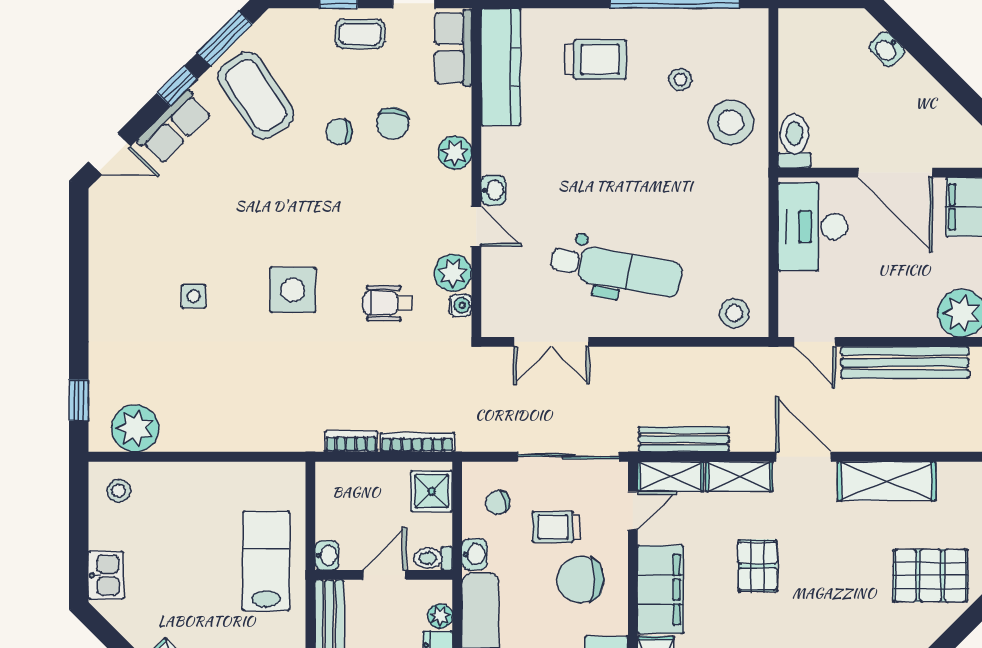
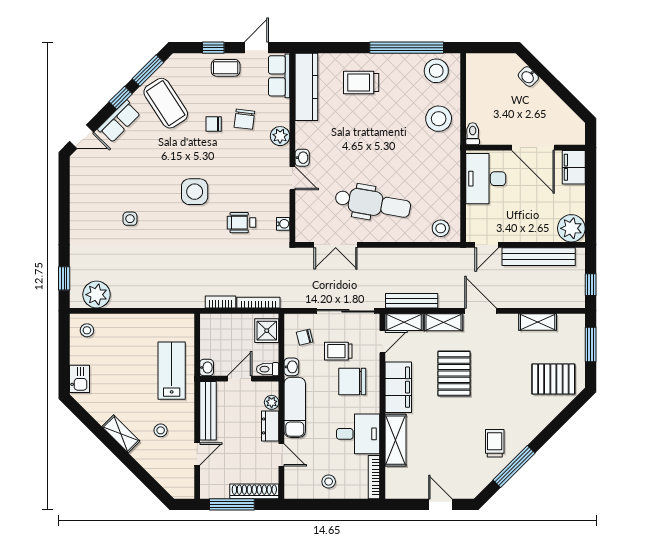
trolley: (596, 59) -> (361, 83), turned 180
stool: (680, 80) -> (436, 71), moved, width x1.89, depth x1.89
toilet: (794, 141) -> (473, 134), width x0.73, depth x0.72
plant: (453, 273) -> (279, 205), removed
side table: (293, 290) -> (195, 192), moved
door: (815, 342) -> (487, 245), hinge flipped
shelving: (887, 481) -> (538, 322), width x0.67, depth x0.75
pallet: (758, 566) -> (454, 373), width x1.50, depth x1.42

